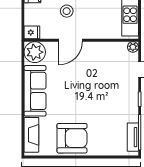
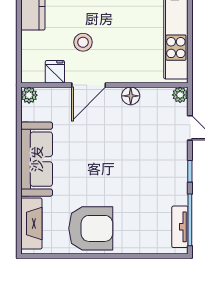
fridge: (32, 32) -> (55, 72), moved, turned -90
floor lamp: (99, 48) -> (131, 96), added
plant: (35, 52) -> (29, 95), width x0.53, depth x0.53

